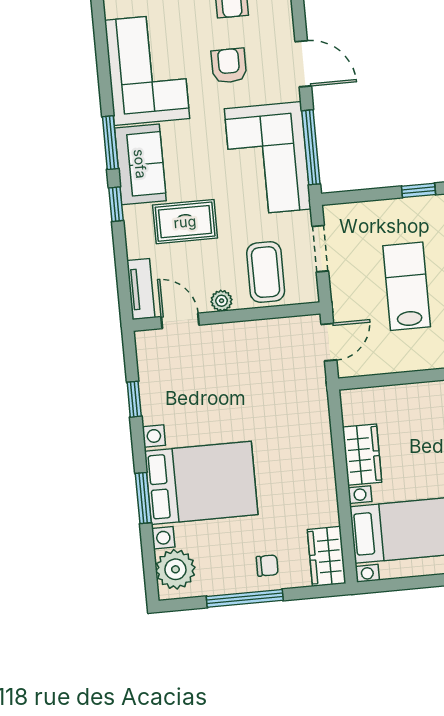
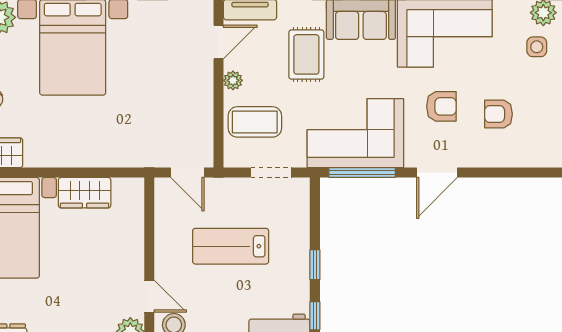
lab bench: (407, 286) -> (231, 246), turned 180

